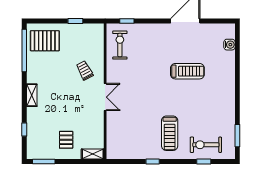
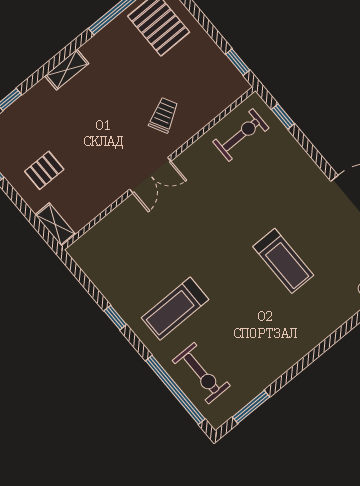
window: (75, 21) -> (238, 62), moved
exercise bike: (206, 145) -> (201, 373), turned 180
window: (204, 161) -> (175, 390), width x3.17

